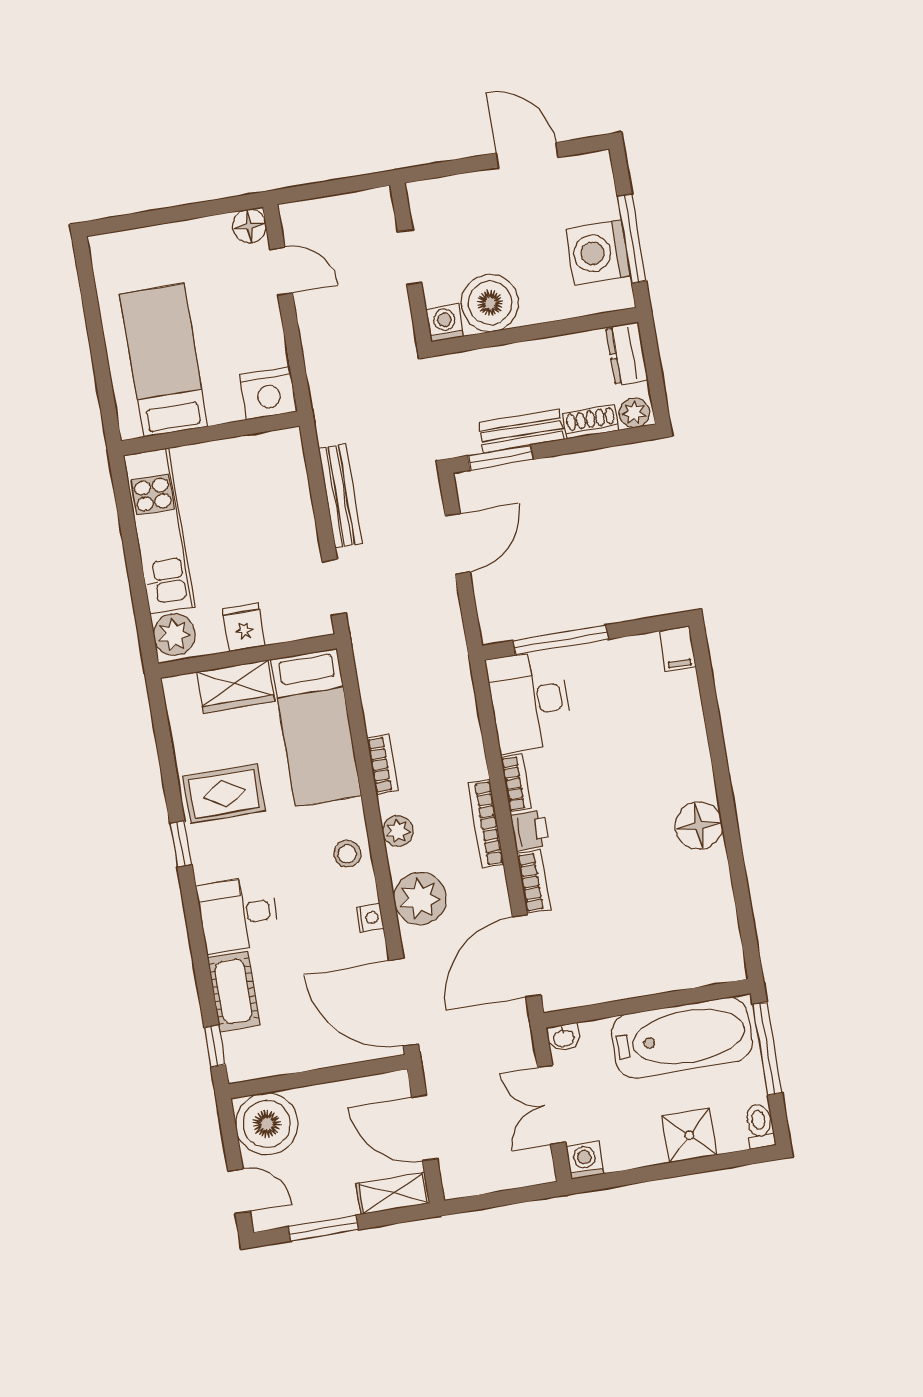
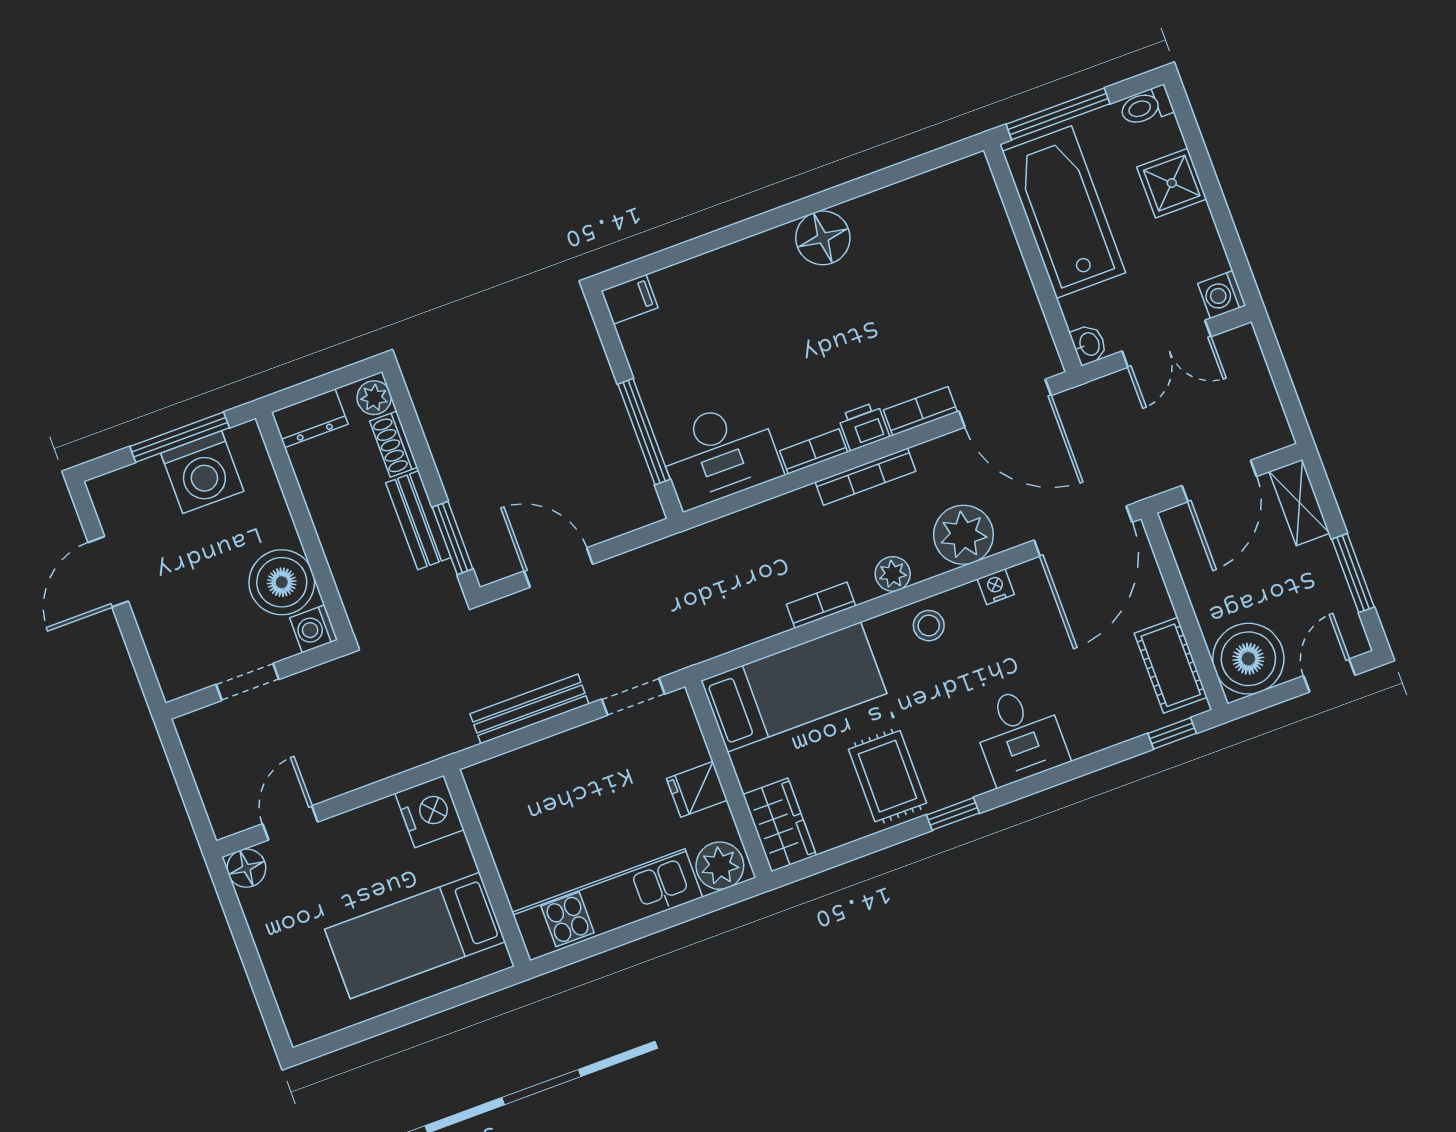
wardrobe: (236, 687) -> (779, 825), moved
cot: (234, 991) -> (1171, 665), moved, turned 90

